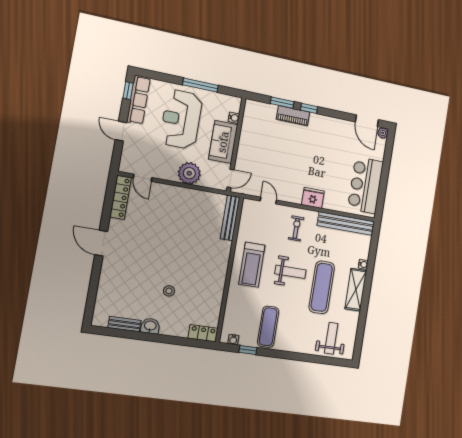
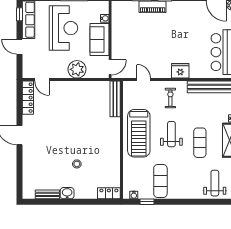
reception desk: (181, 119) -> (63, 28), turned 180
treadmill: (252, 265) -> (139, 133), width x1.37, depth x1.38
weight bench: (290, 272) -> (171, 134), turned -90
exercise mat: (322, 287) -> (200, 143), width x0.73, depth x0.69

